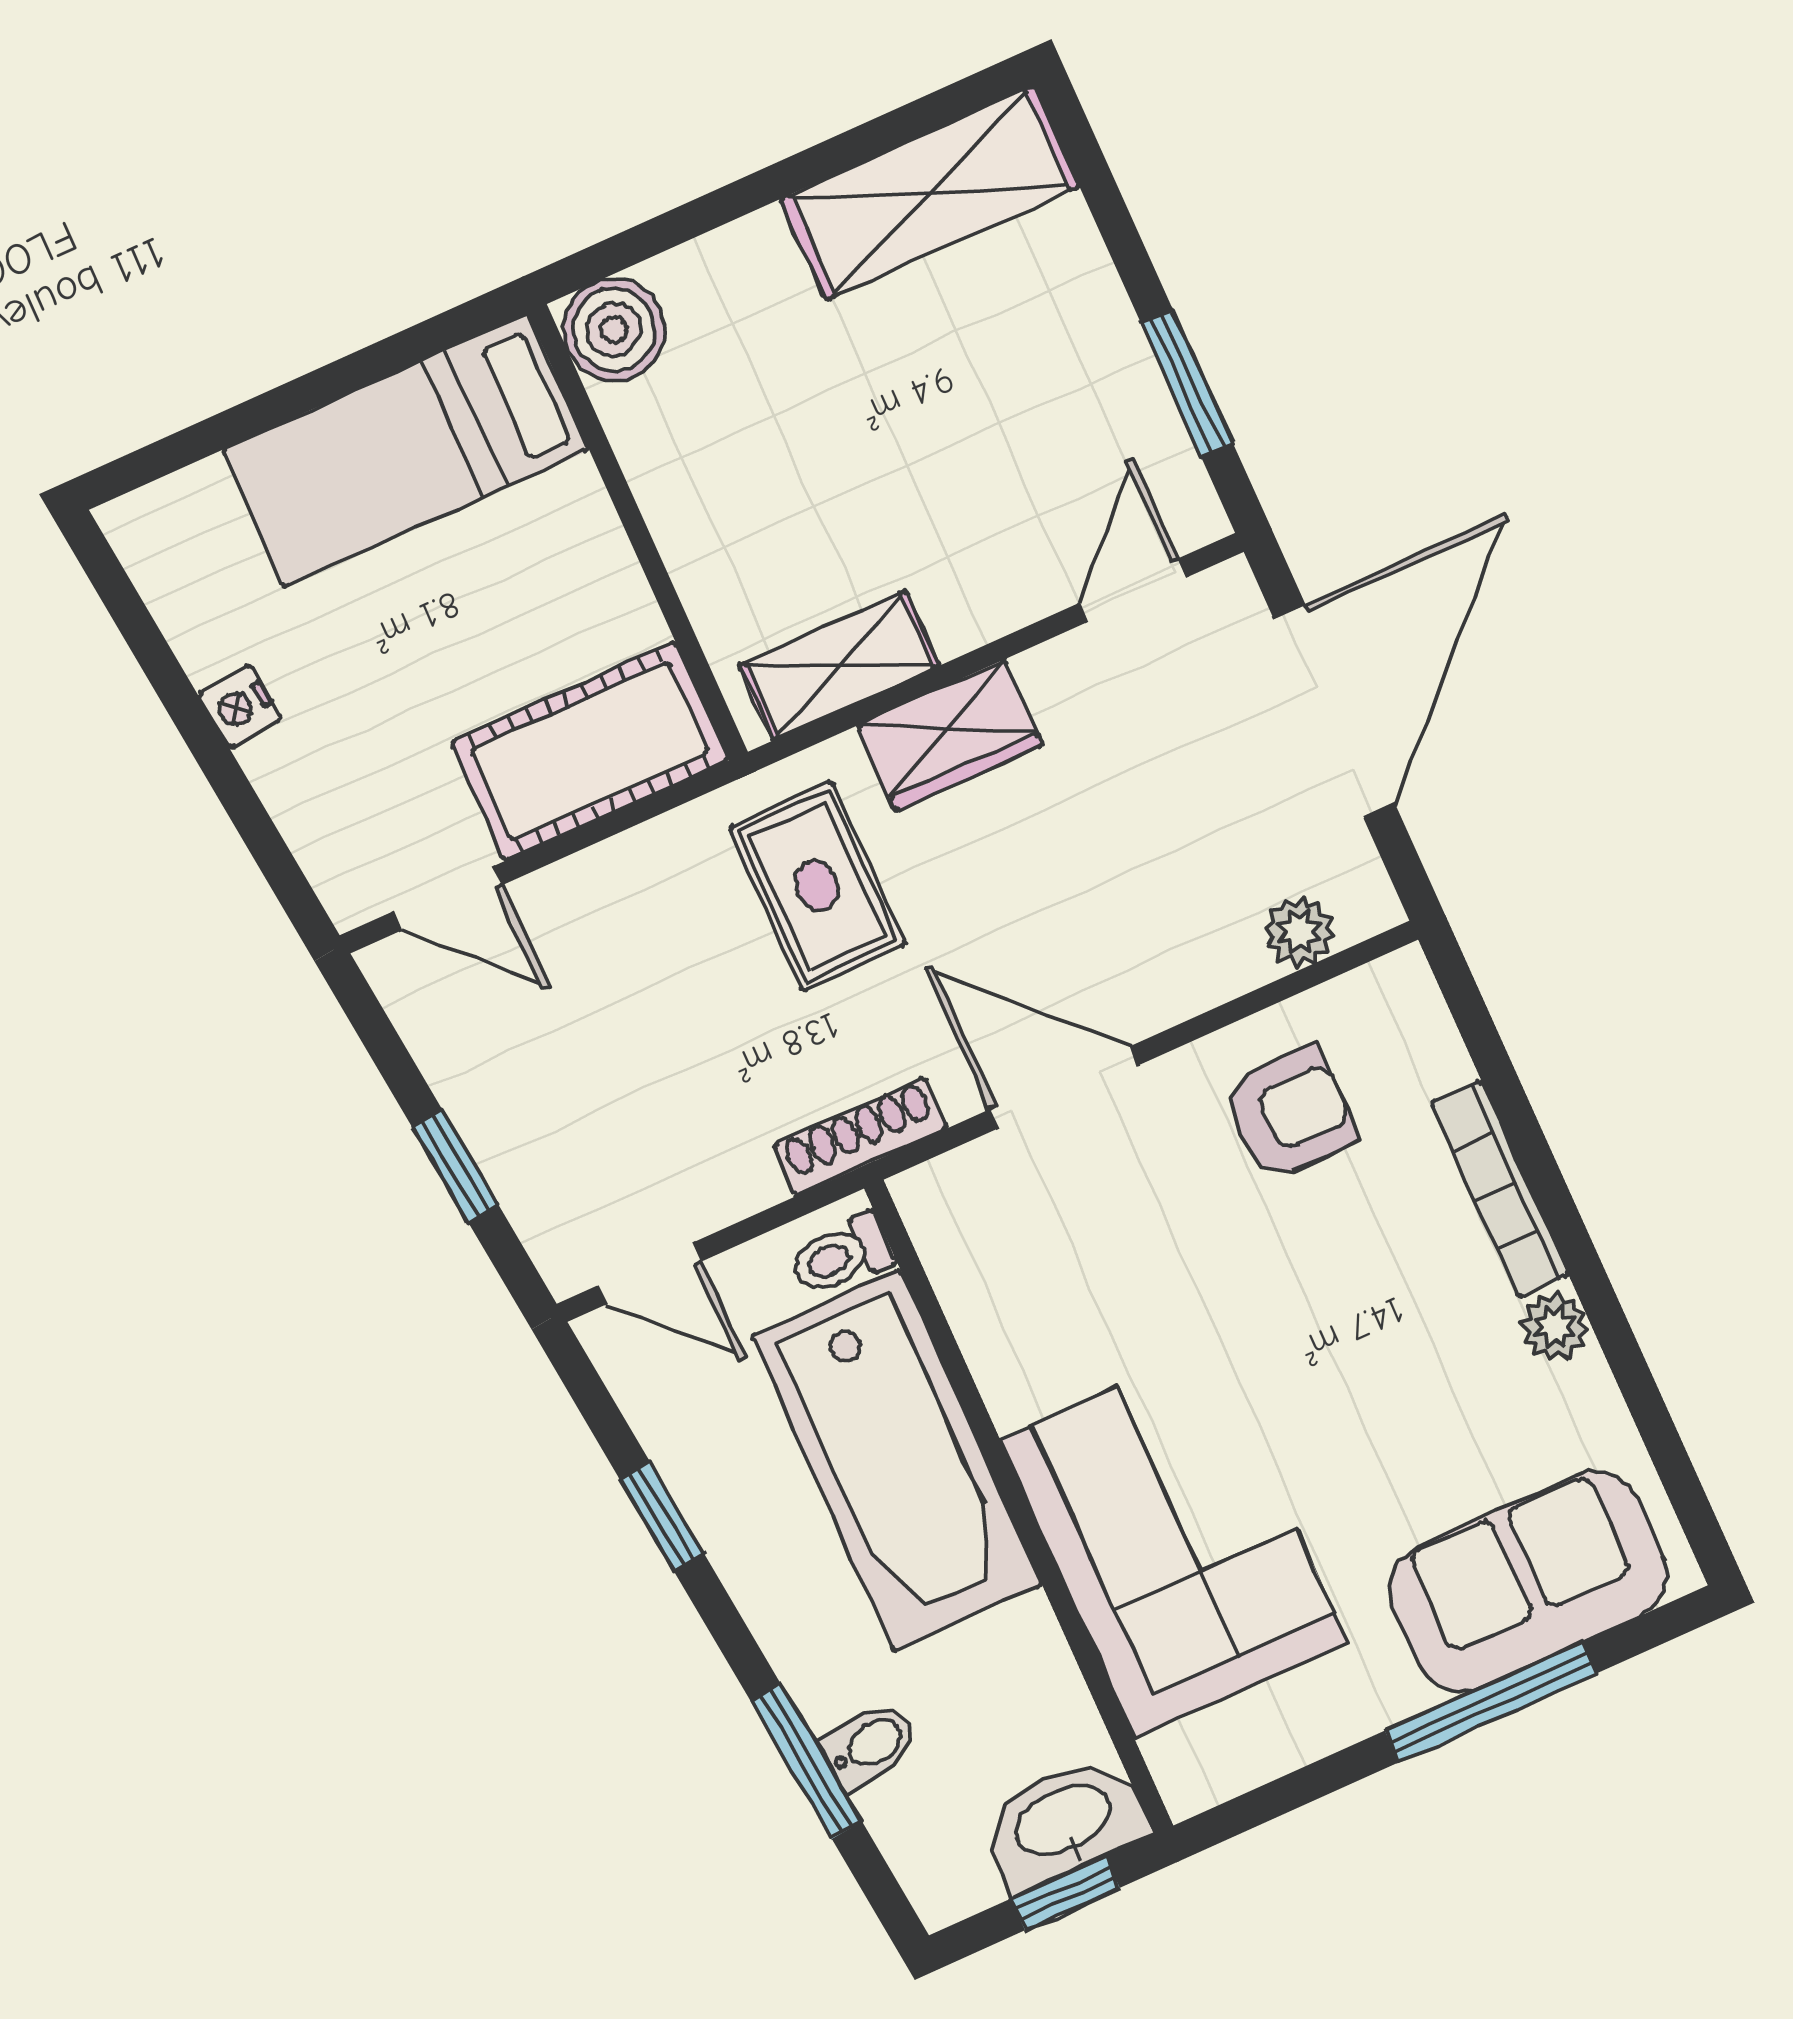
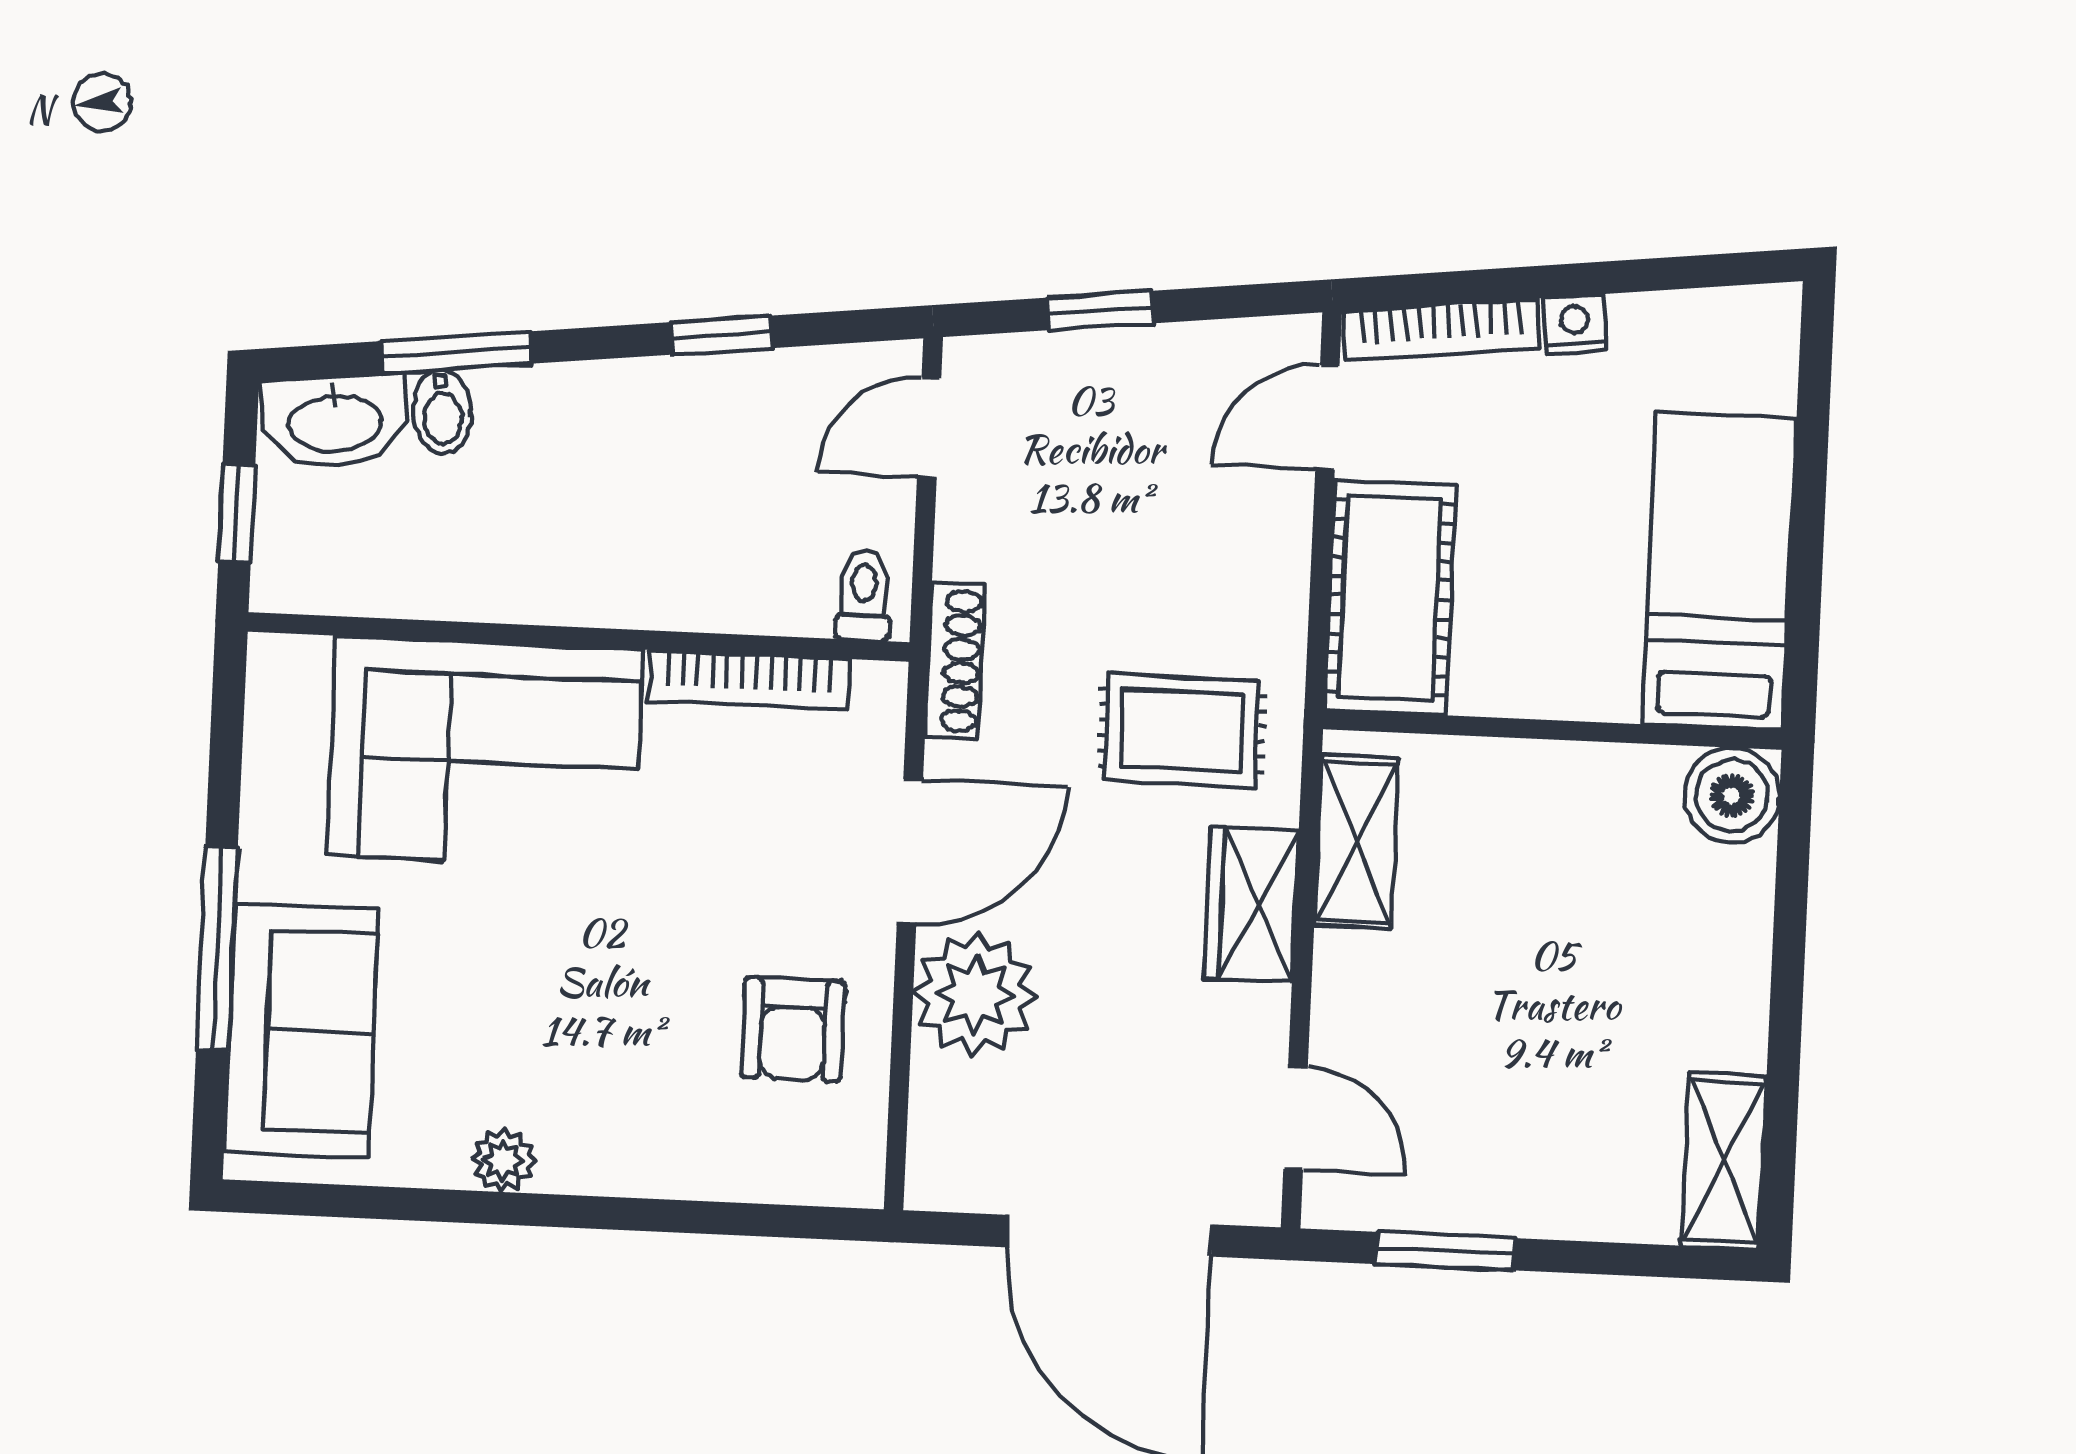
shelving: (930, 193) -> (1724, 1161), width x0.67, depth x0.75
bookcase: (309, 831) -> (1442, 330), added
plant: (1299, 931) -> (975, 994), moved, width x1.87, depth x1.87
bookcase: (1500, 1189) -> (749, 680), moved, turned 180
bathtub: (897, 1460) -> (669, 555), removed
washbasin: (1064, 1823) -> (335, 421), moved, turned 84

